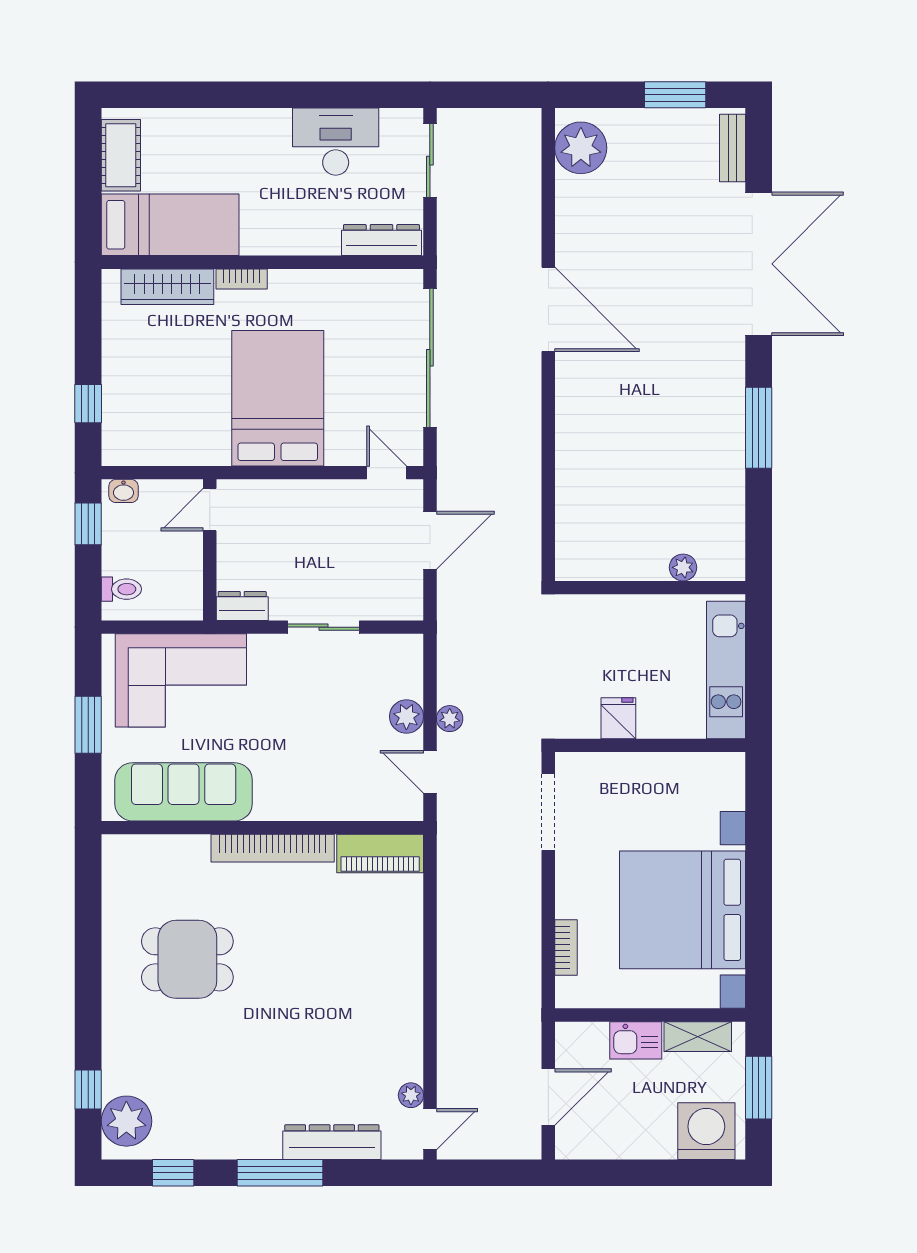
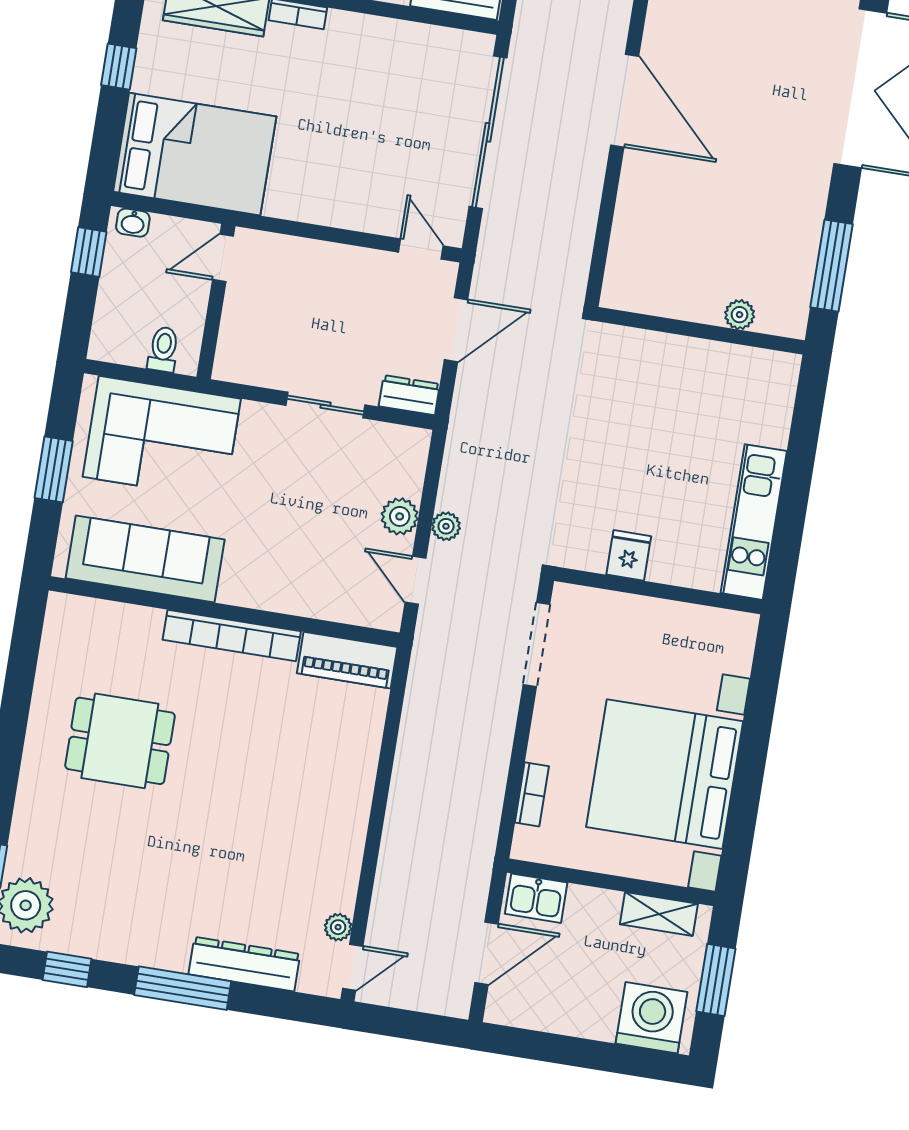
bed: (278, 398) -> (195, 154), moved, turned 90
window: (88, 404) -> (119, 67), moved
plant: (683, 567) -> (740, 315), moved
wall: (650, 588) -> (700, 331), moved
toilet: (121, 589) -> (163, 349), moved, turned -90
dresser: (242, 606) -> (409, 395), moved
kitchen sink: (636, 1040) -> (536, 898), moved

